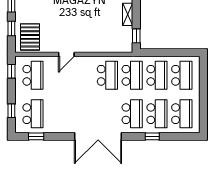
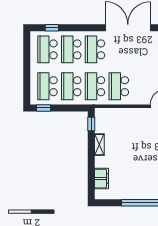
window: (186, 53) -> (44, 108), added
window: (152, 136) -> (52, 28), moved

